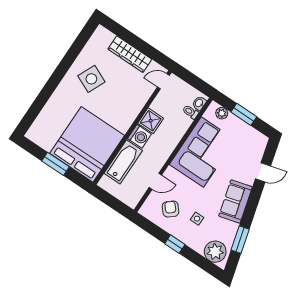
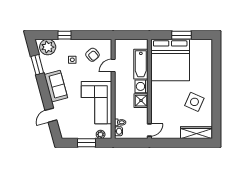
wardrobe: (130, 54) -> (196, 133), moved
window: (175, 244) -> (65, 35), moved

